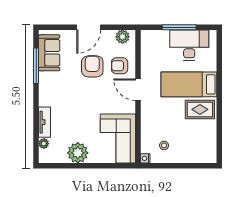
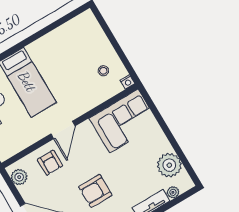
armchair: (92, 66) -> (95, 191), moved
rug: (200, 109) -> (46, 56), removed
plant: (78, 153) -> (169, 165), moved

